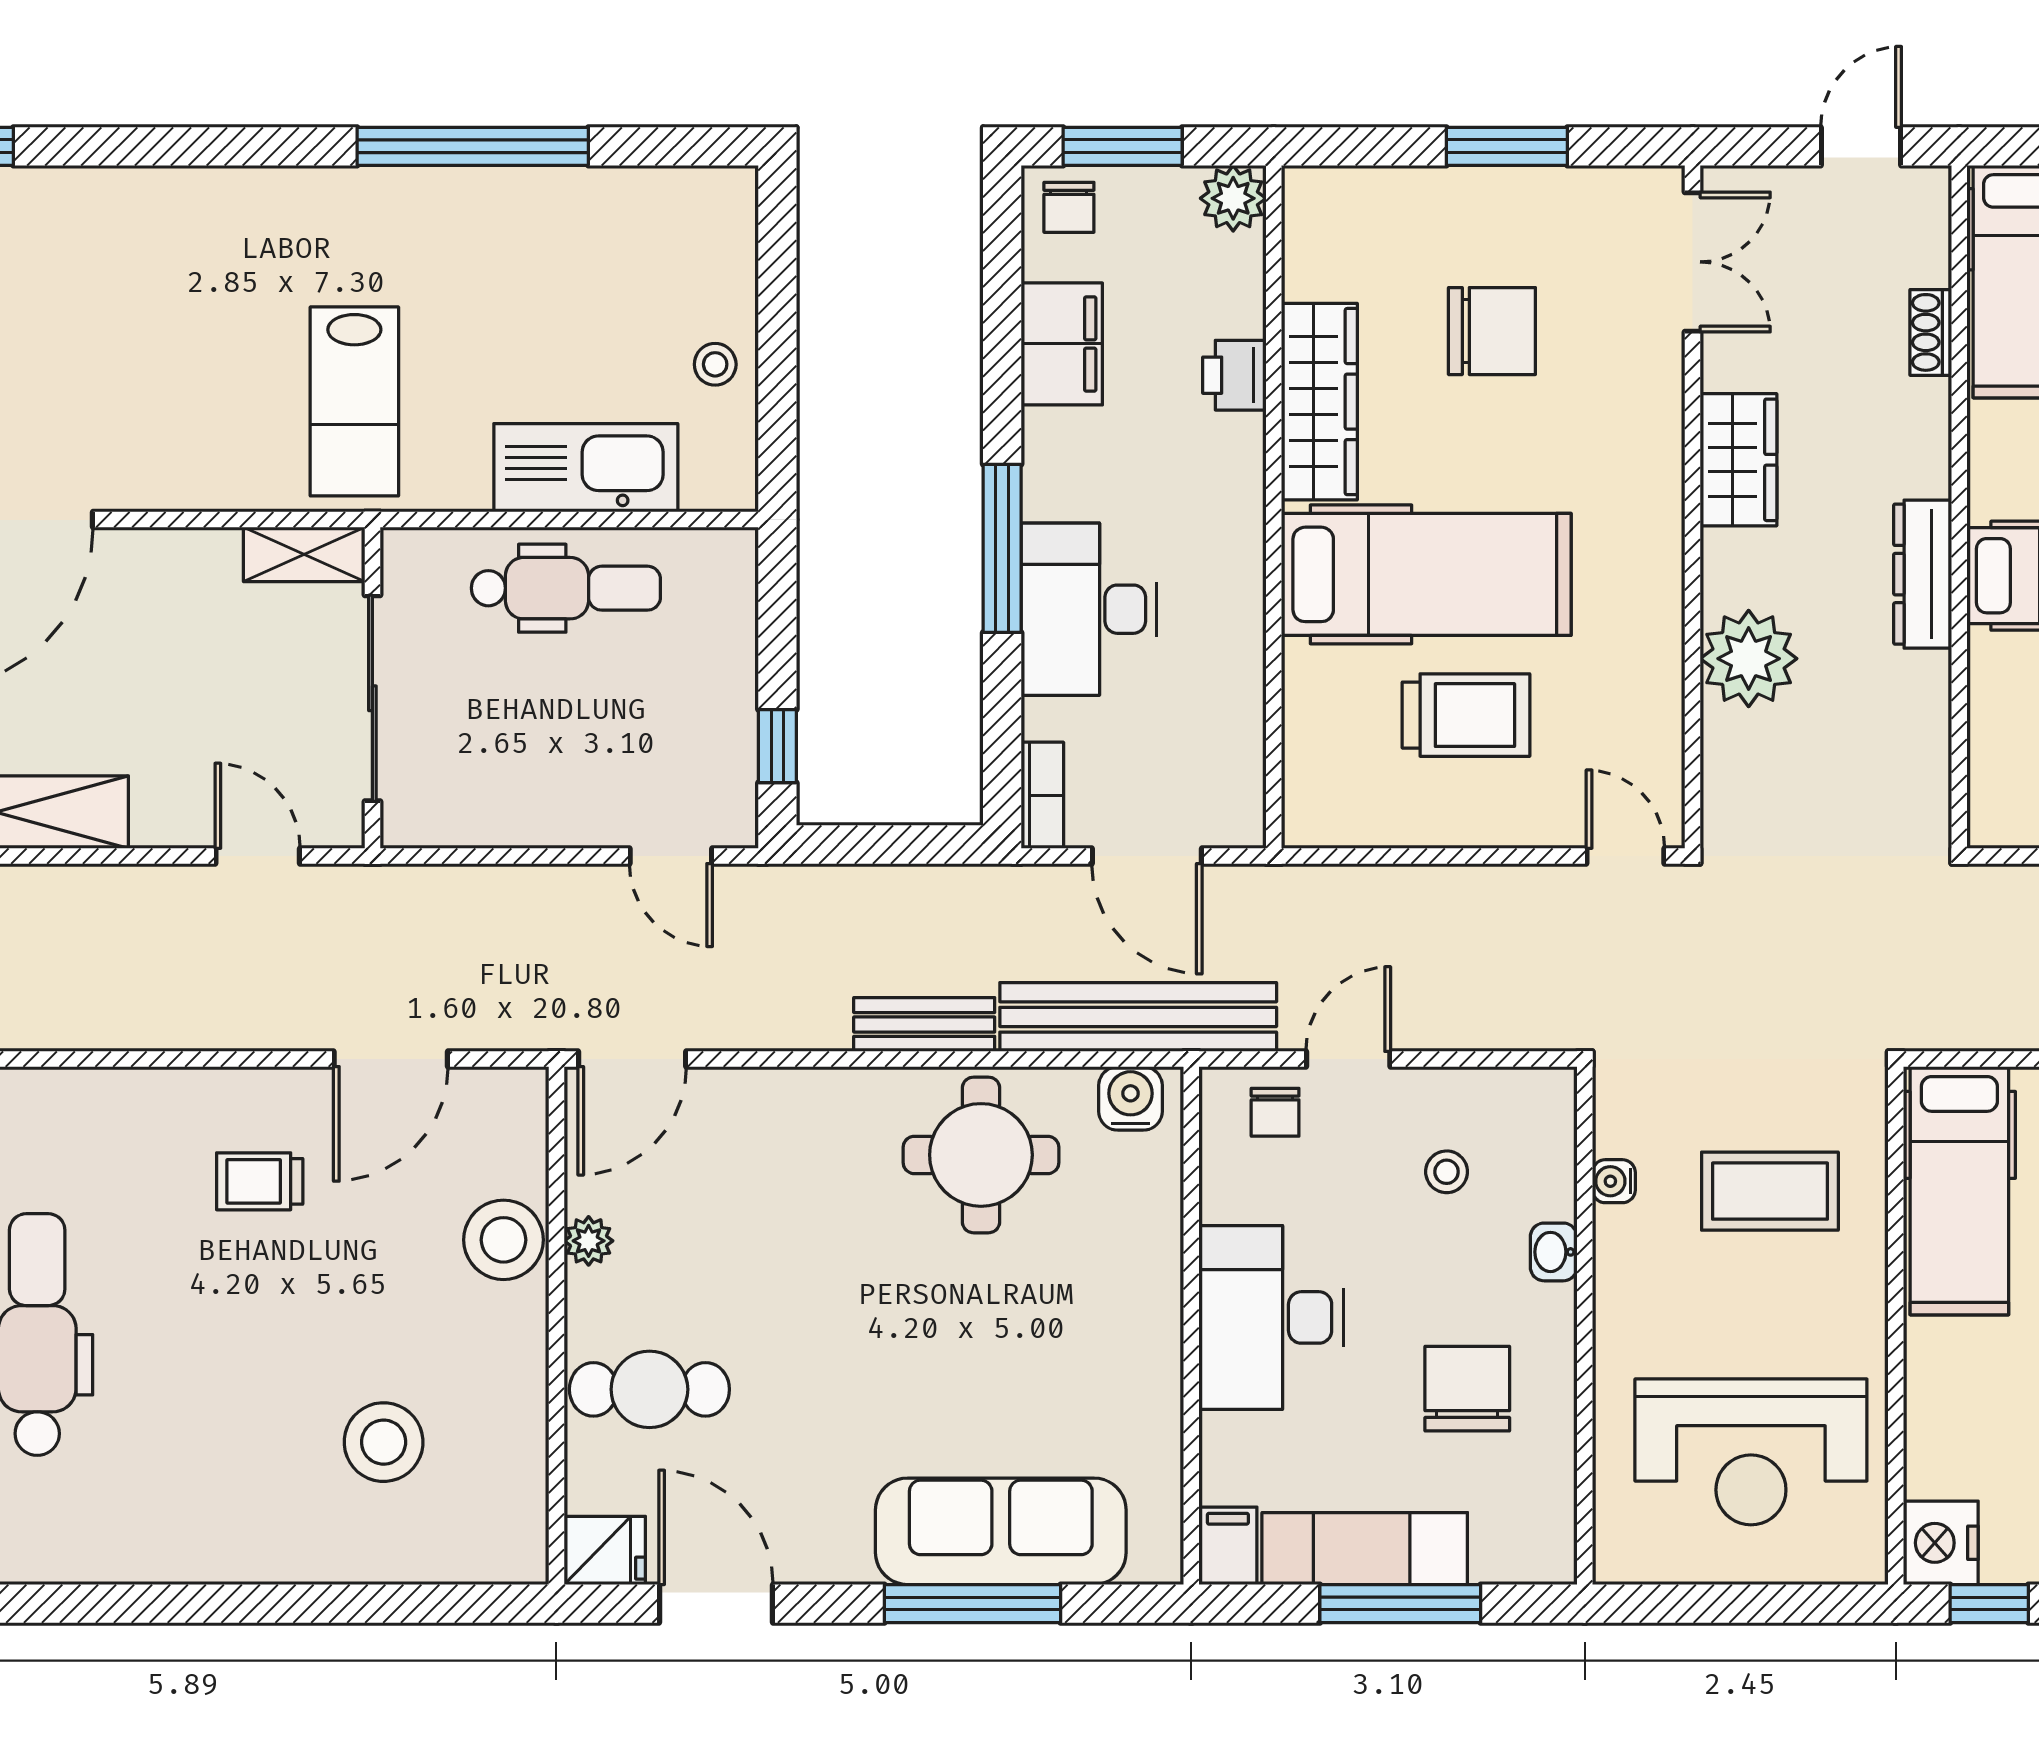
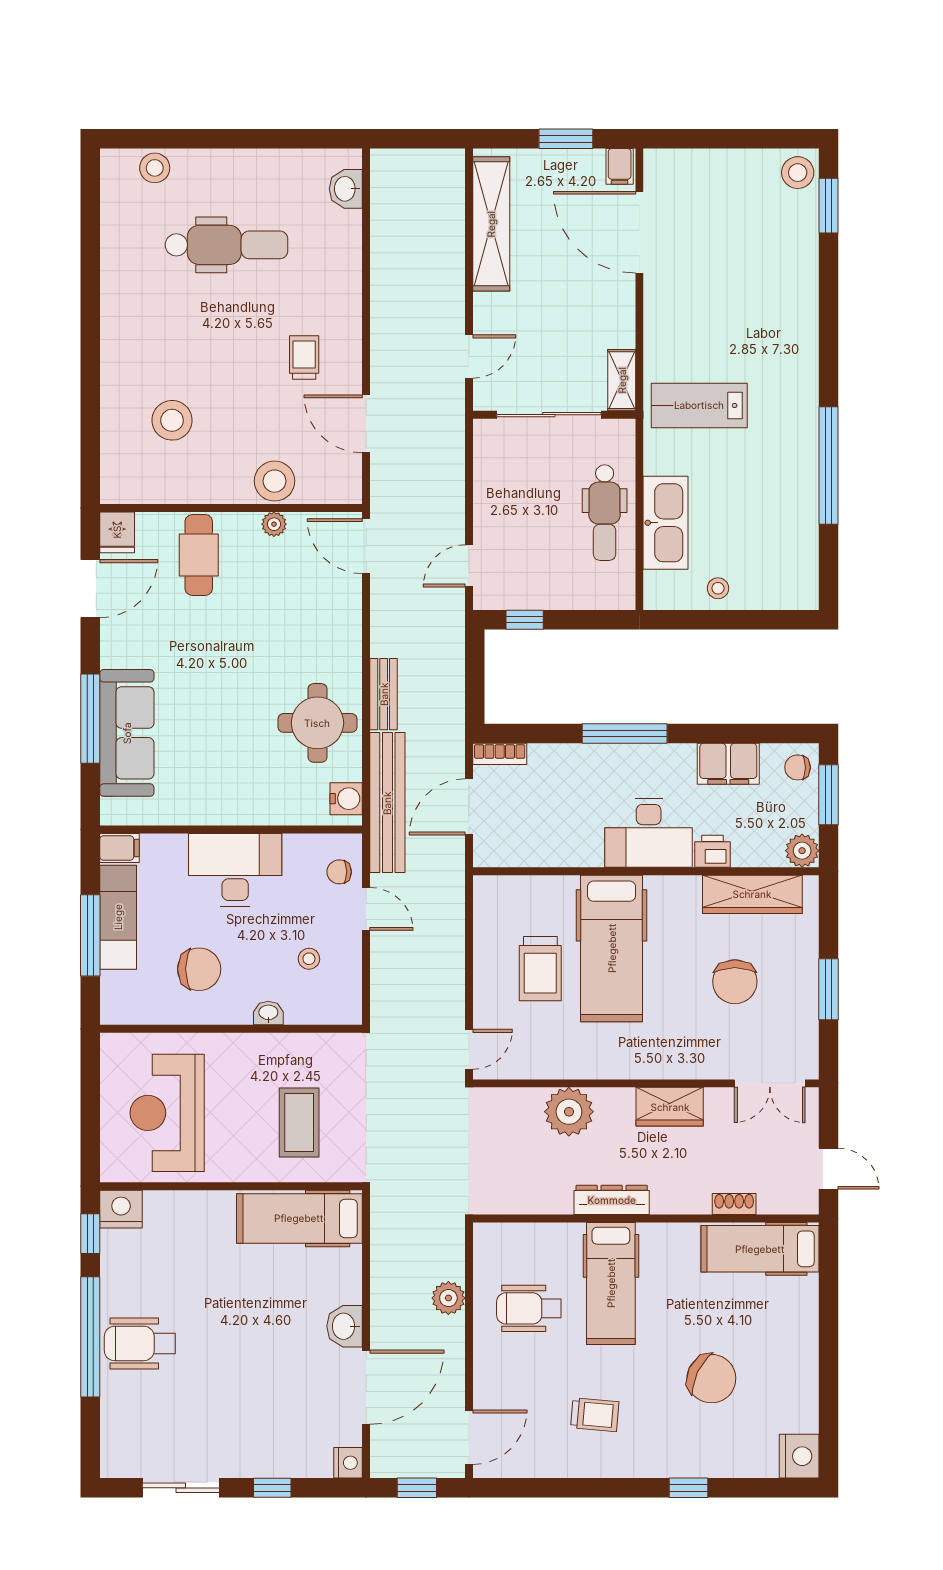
wardrobe: (1319, 402) -> (752, 894), moved
desk: (1089, 609) -> (649, 833), moved, turned 180
water cooler: (1614, 1181) -> (304, 1043), removed

